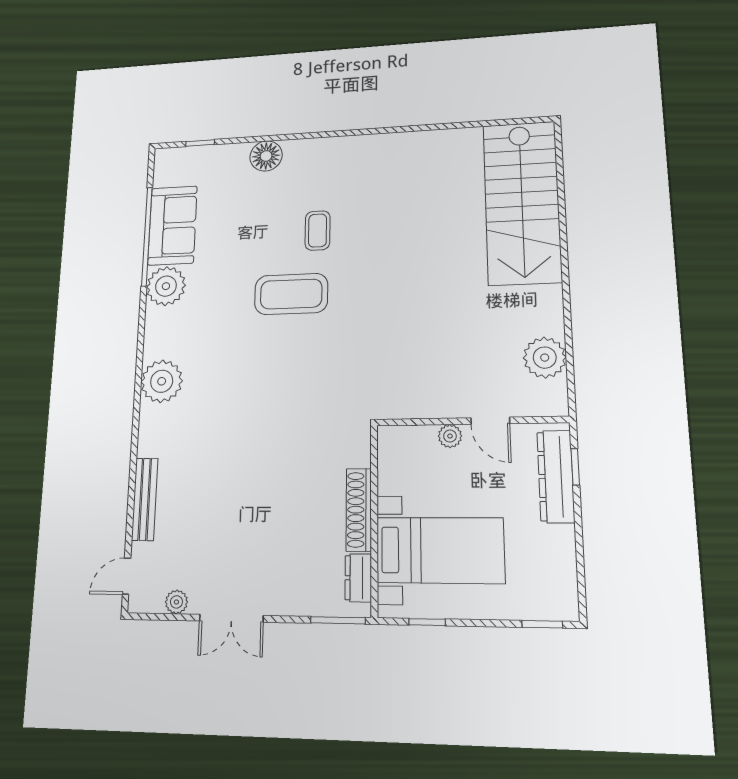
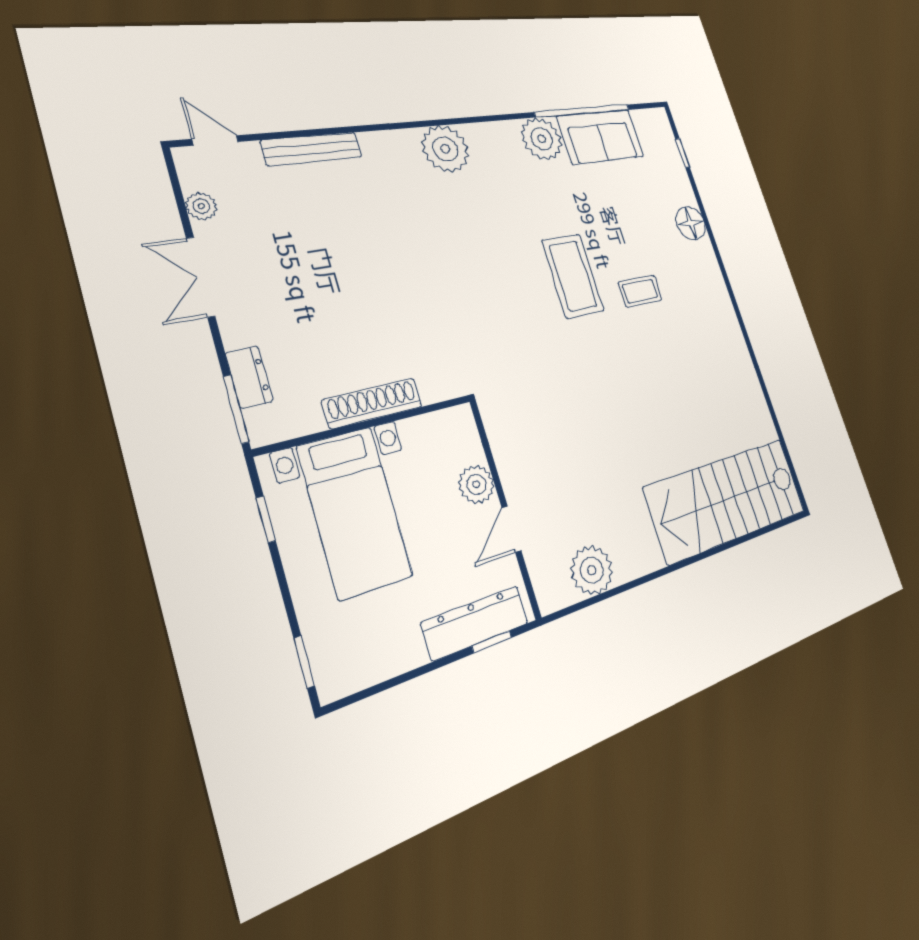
plant: (450, 436) -> (476, 484), width x1.38, depth x1.38
dresser: (358, 578) -> (249, 377), moved, turned 90

